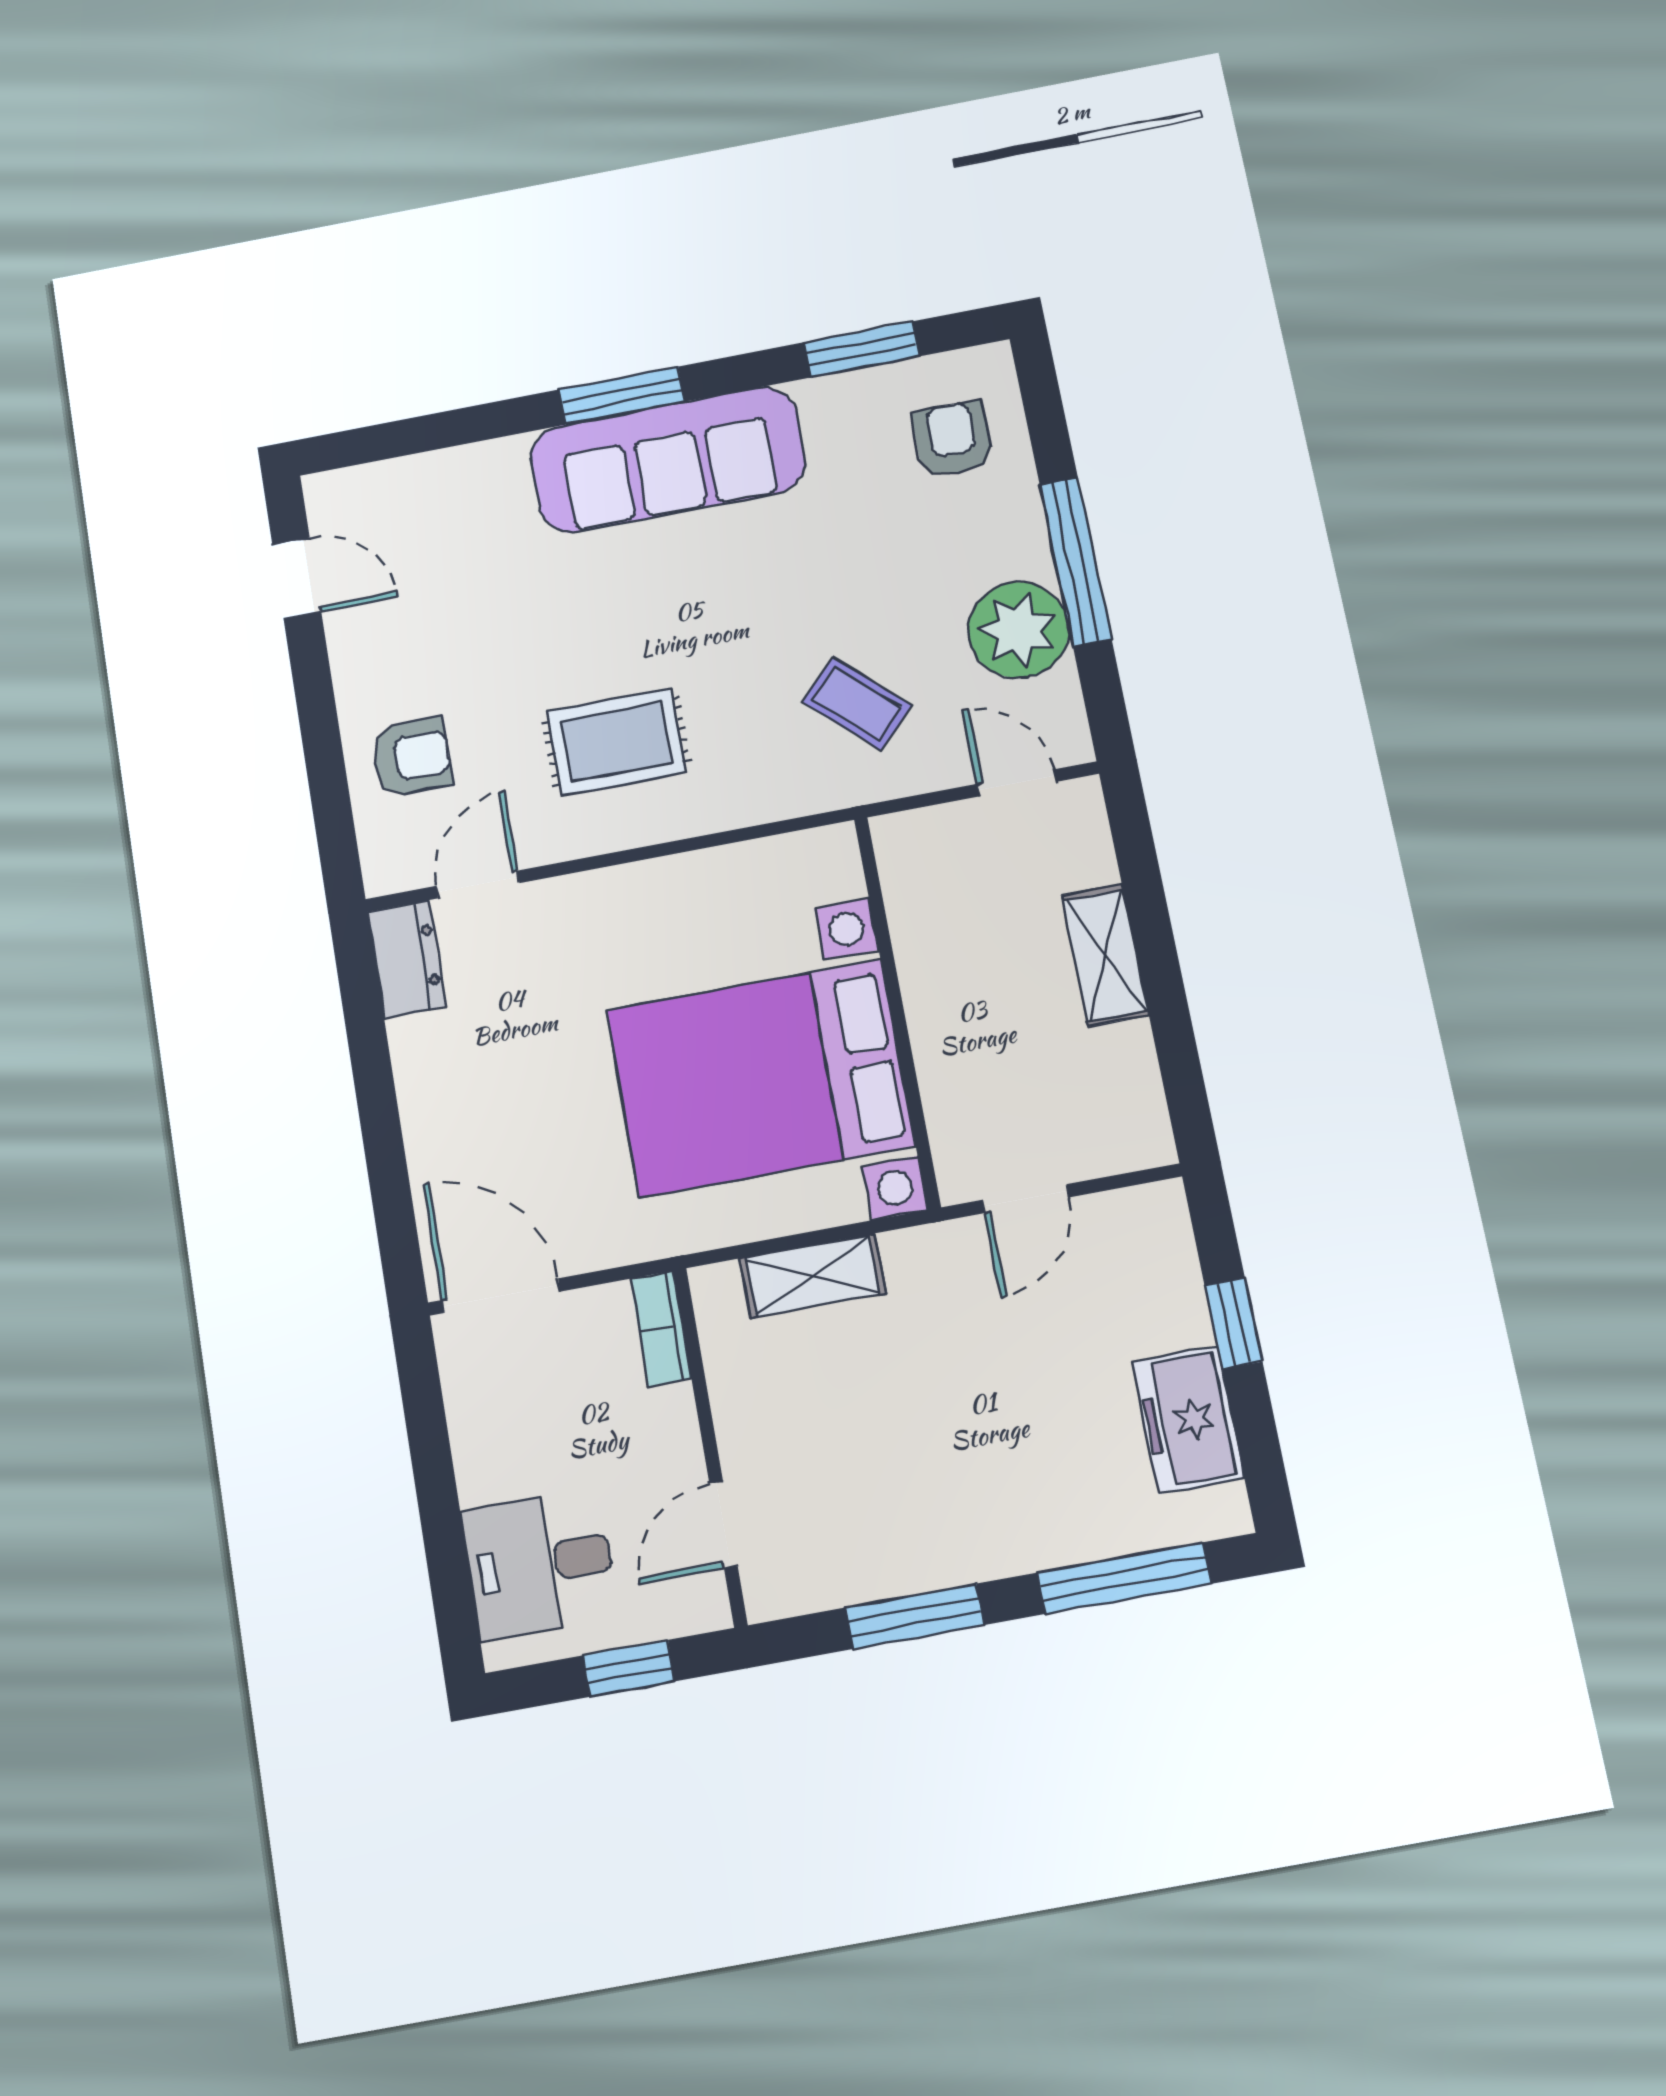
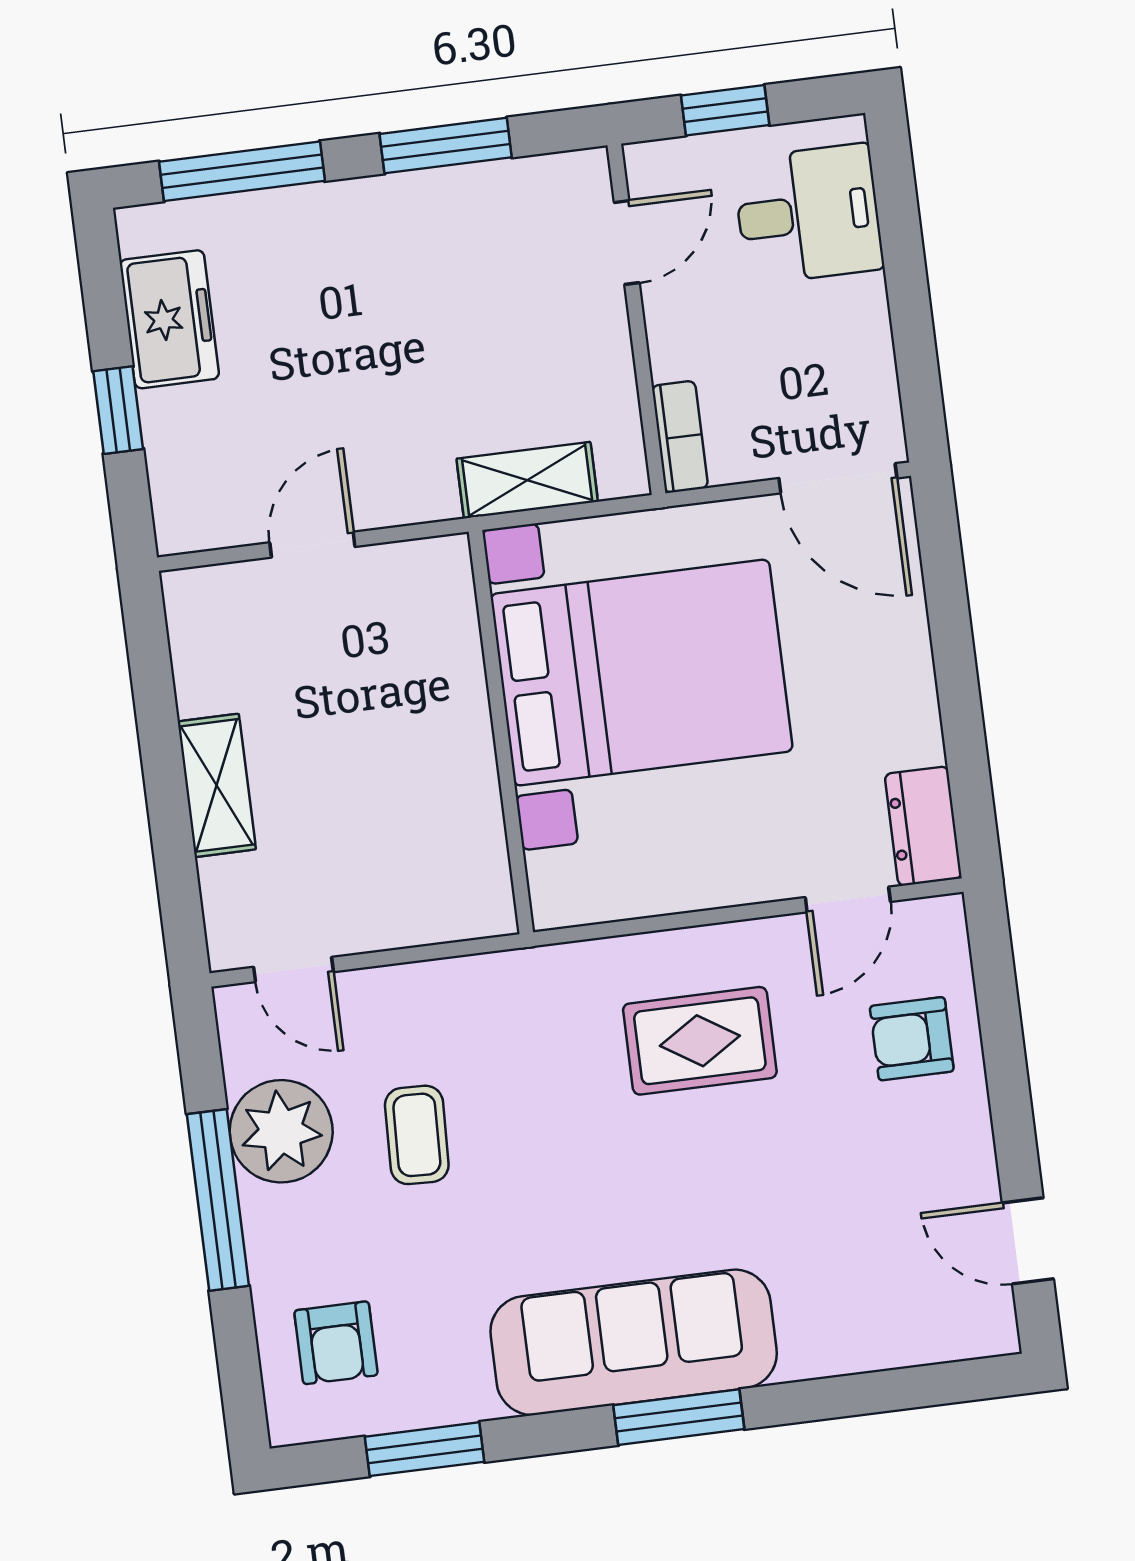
coffee table: (857, 704) -> (417, 1135), moved, turned 49
wall: (897, 1011) -> (501, 732), moved
bed with nightstands: (760, 1078) -> (642, 673), moved

